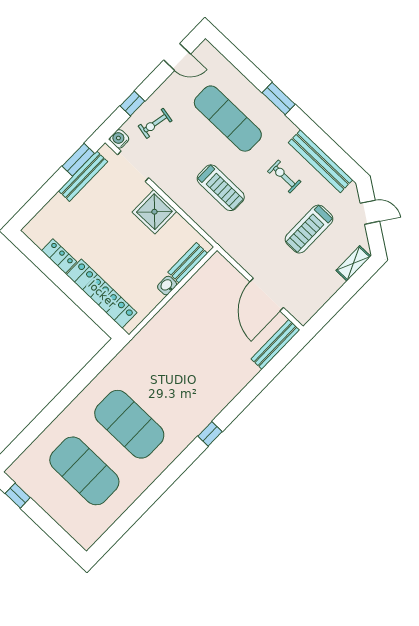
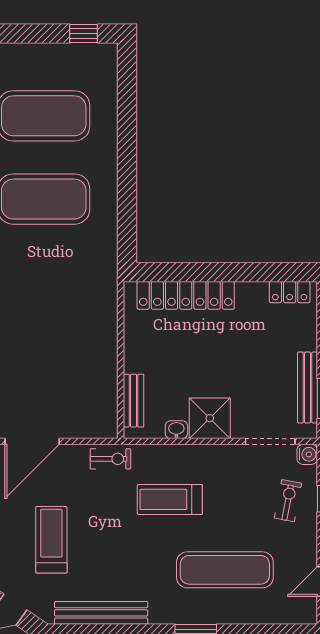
exercise bike: (284, 176) -> (110, 459), moved
locker: (59, 256) -> (290, 292), moved
washbasin: (167, 286) -> (176, 430), moved, turned -90
door: (267, 295) -> (32, 441), swing flipped

